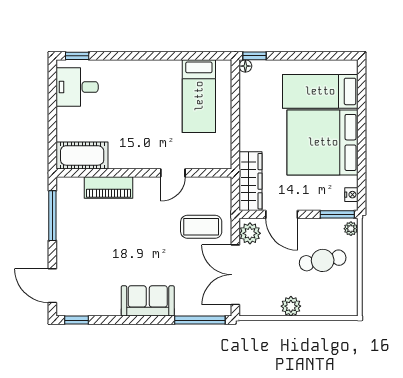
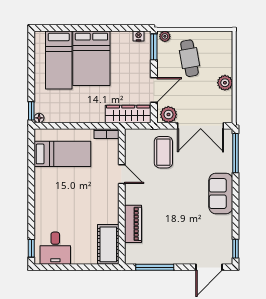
bed: (323, 142) -> (91, 58), width x0.73
bookcase: (225, 153) -> (106, 134), added

